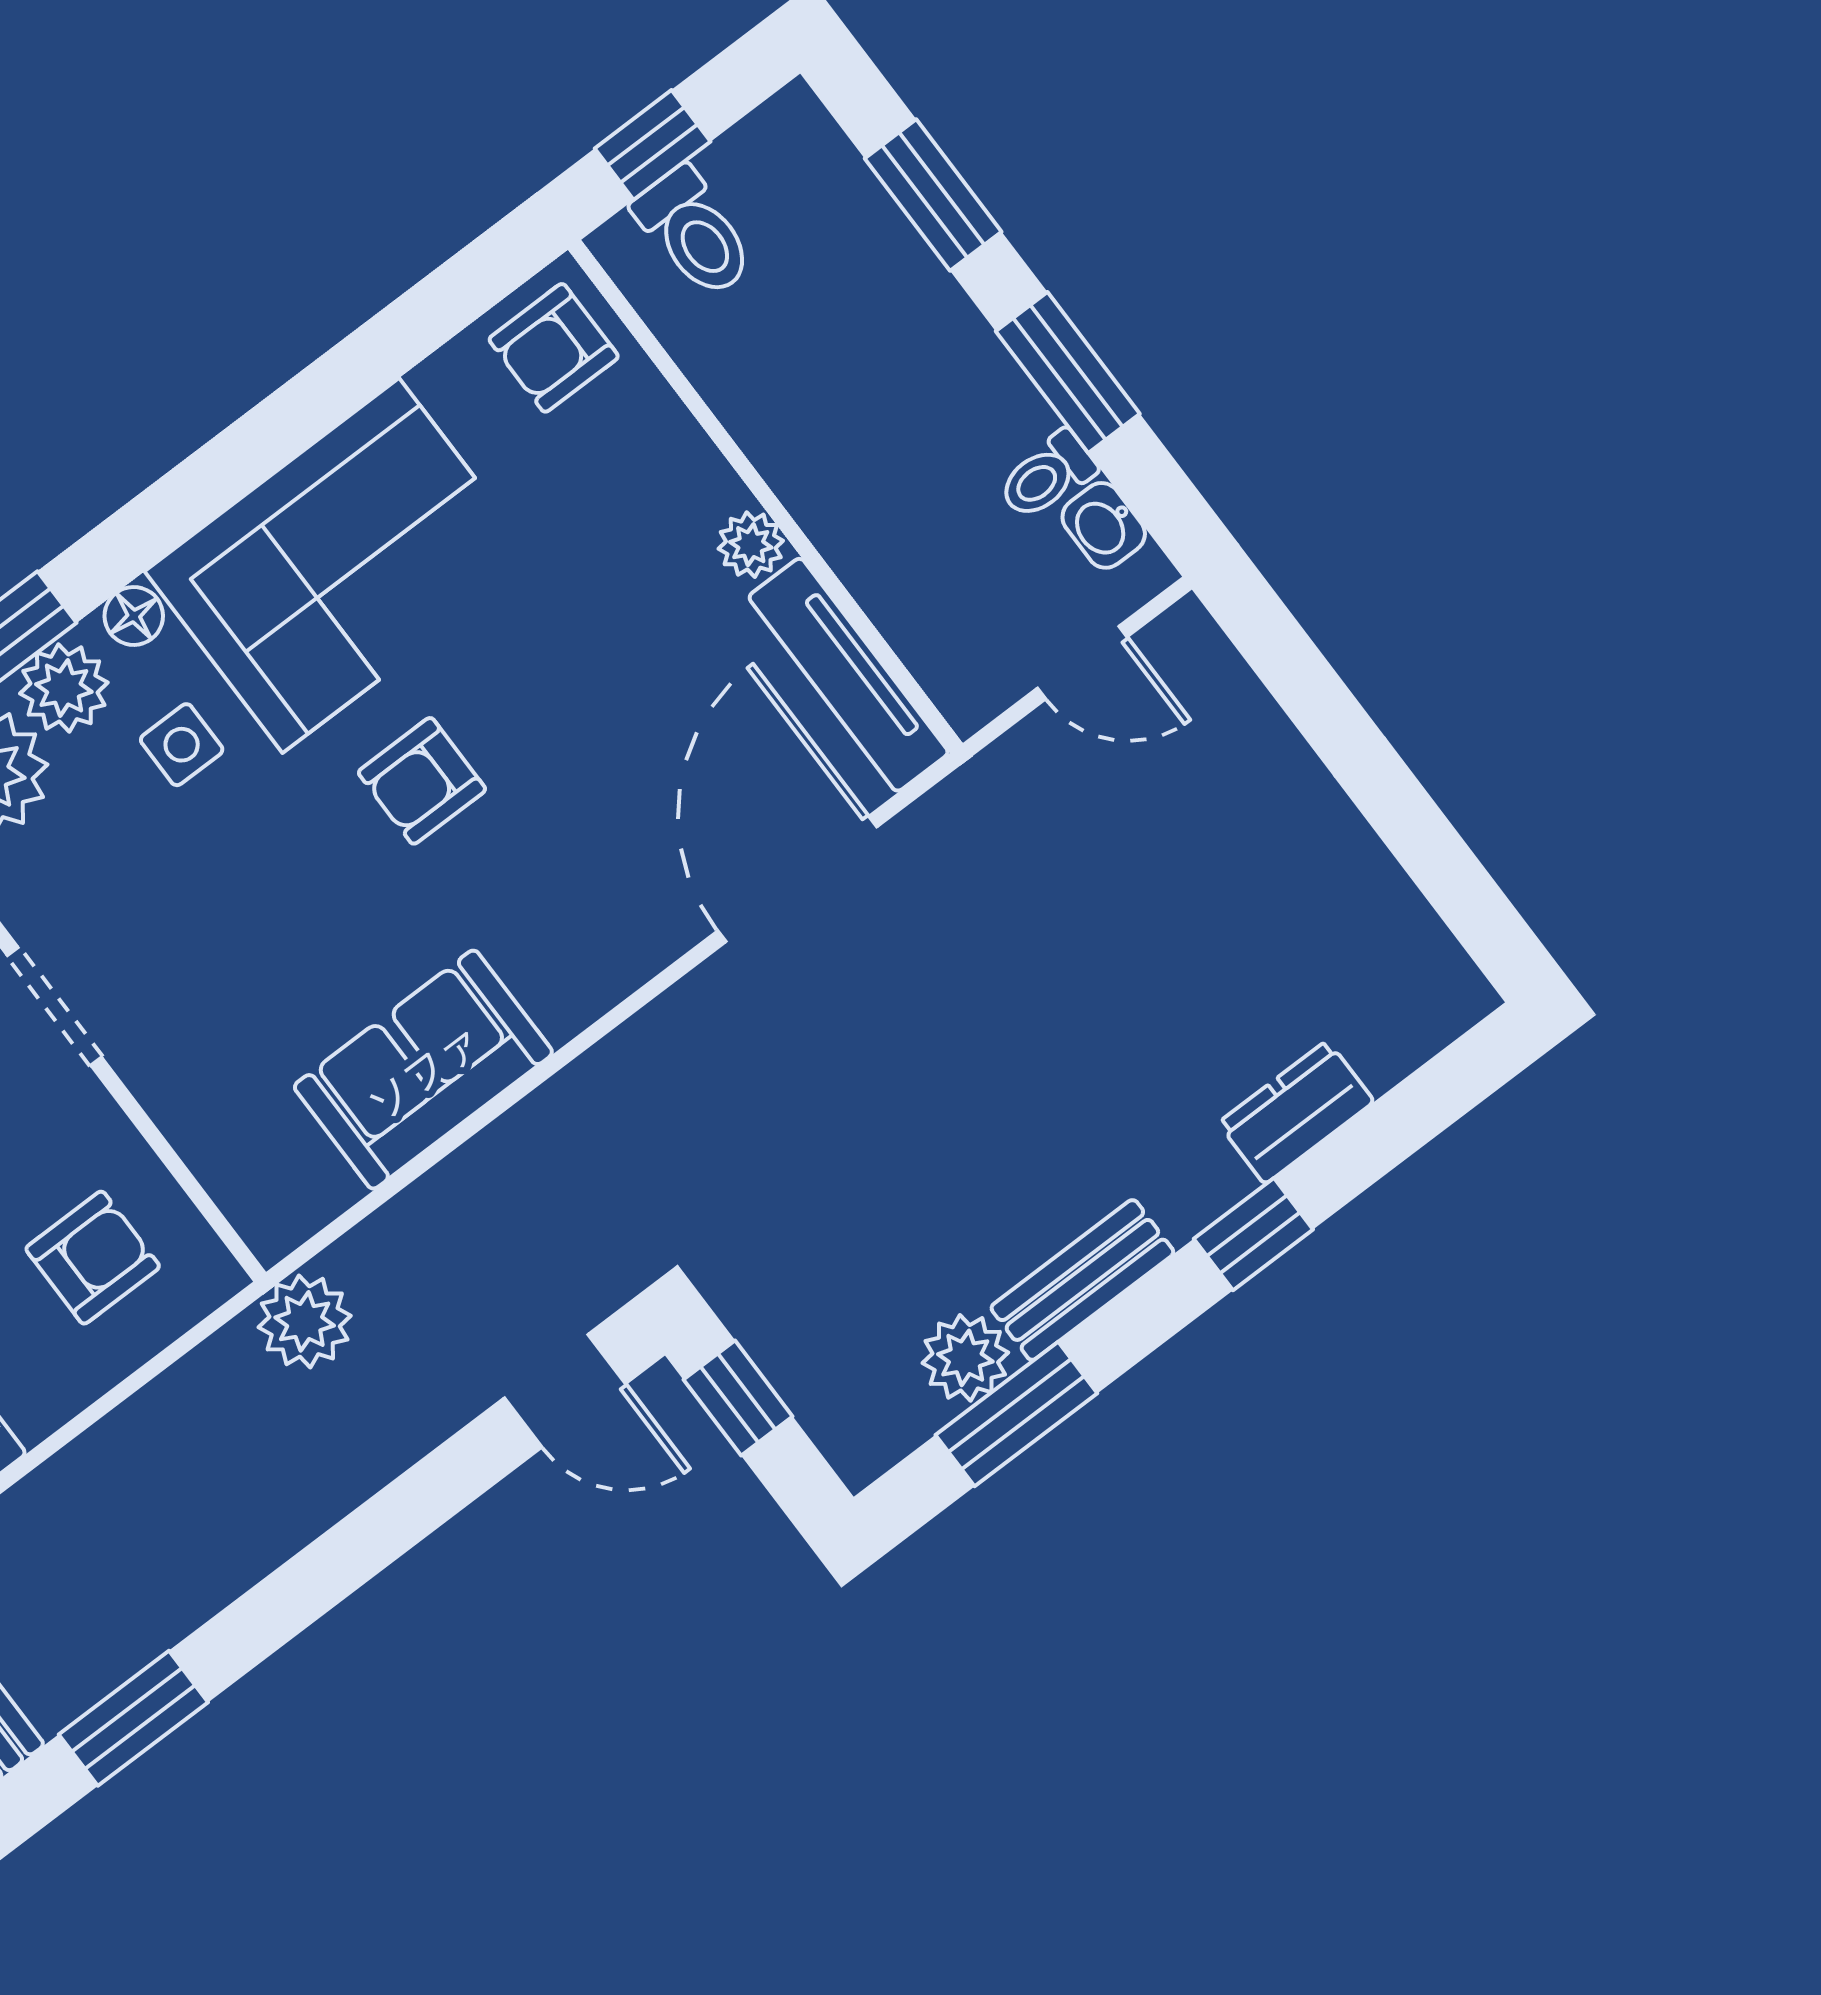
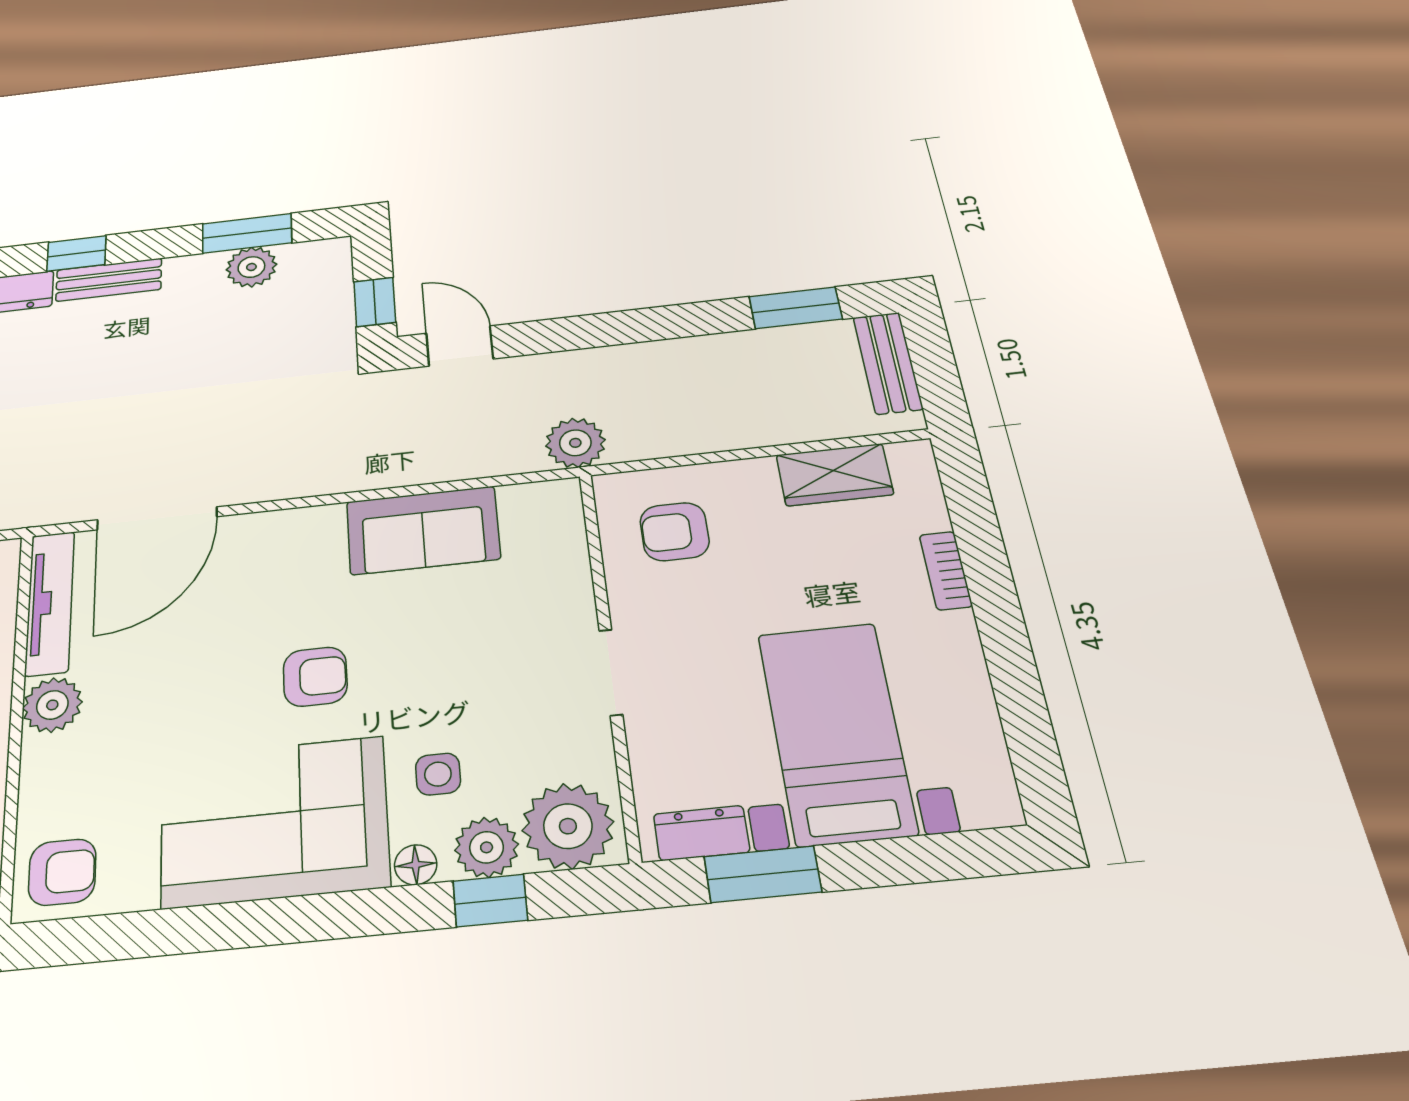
plant: (751, 545) -> (52, 705), width x1.38, depth x1.38
bench: (1082, 1280) -> (109, 280), moved

